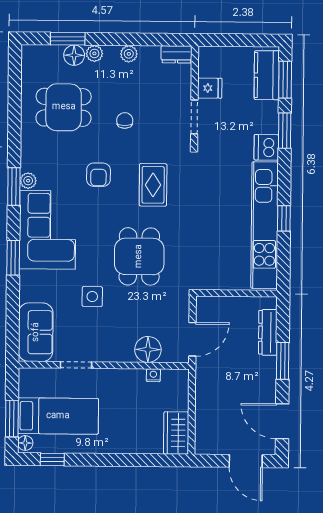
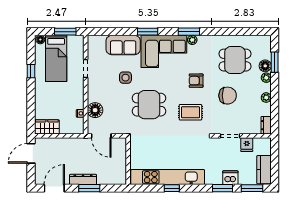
kitchen counter: (267, 75) -> (264, 170), moved, turned -90
dining table: (64, 107) -> (235, 60), turned 90
chair: (125, 121) -> (228, 96), width x1.87, depth x1.87
dishwasher: (266, 147) -> (230, 178), moved
sofa: (36, 332) -> (123, 45), moved
dresser: (268, 332) -> (83, 179), moved
window: (12, 419) -> (65, 32), moved
window: (52, 459) -> (31, 71), moved
door: (246, 461) -> (31, 153), moved

